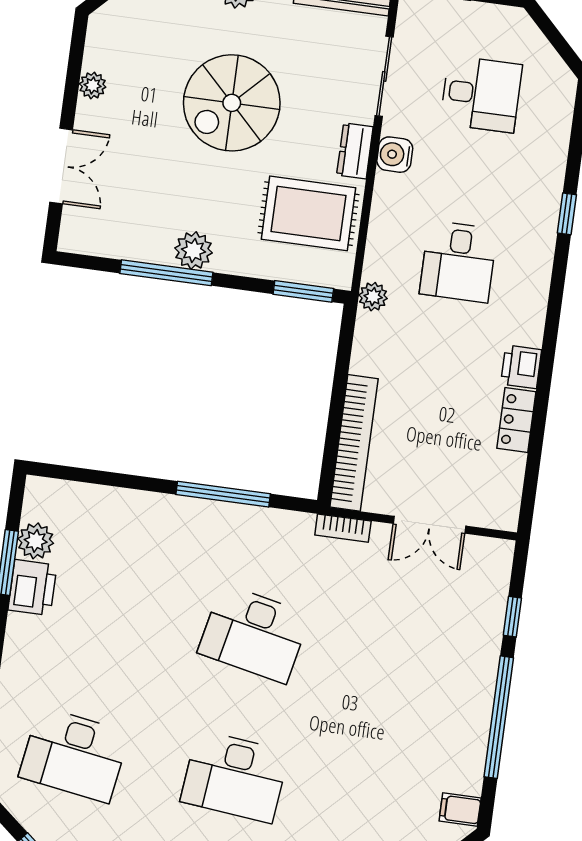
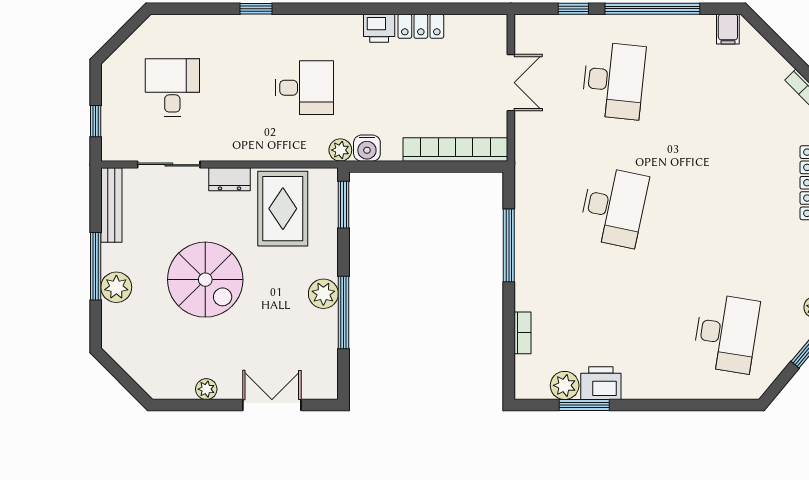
water cooler: (395, 155) -> (367, 148), moved
bookcase: (343, 528) -> (522, 333), moved
desk: (235, 777) -> (614, 80), moved

